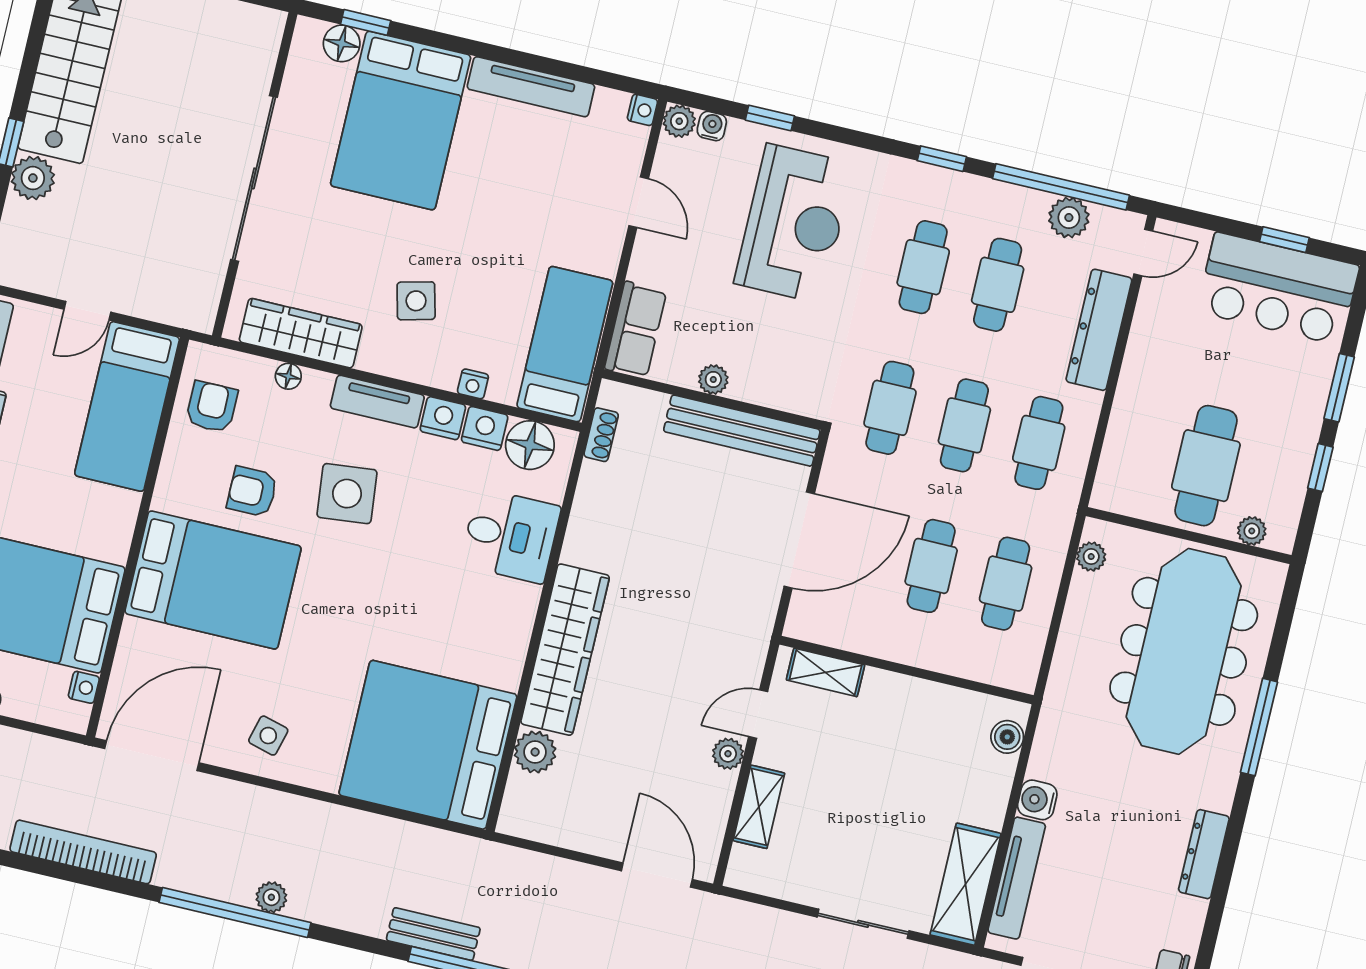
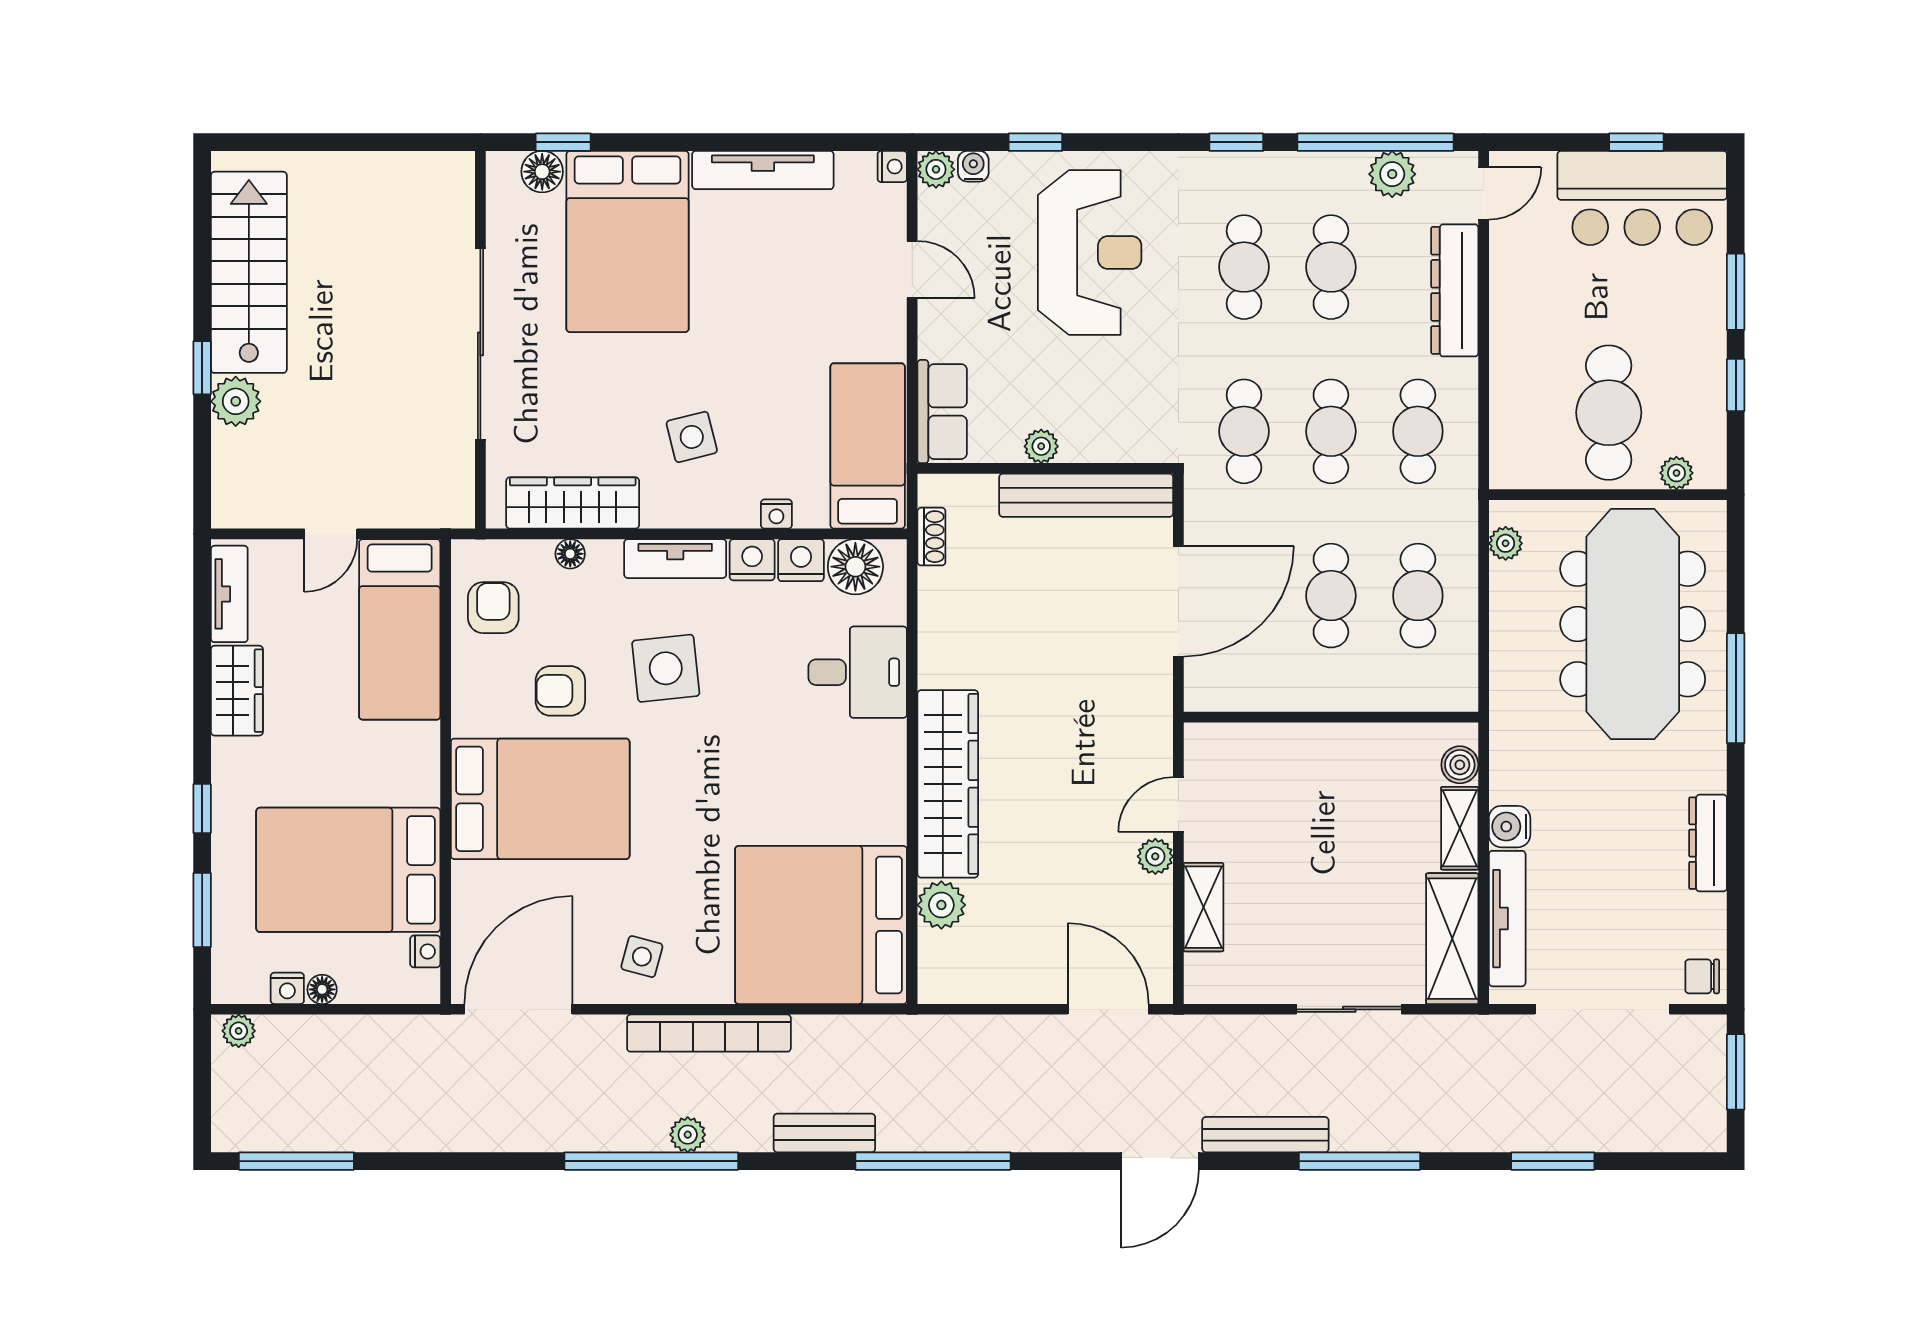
shelving: (826, 672) -> (1460, 828), moved, turned 90
bookcase: (83, 852) -> (709, 1033), moved, turned 180
bench: (433, 934) -> (824, 1133), moved

